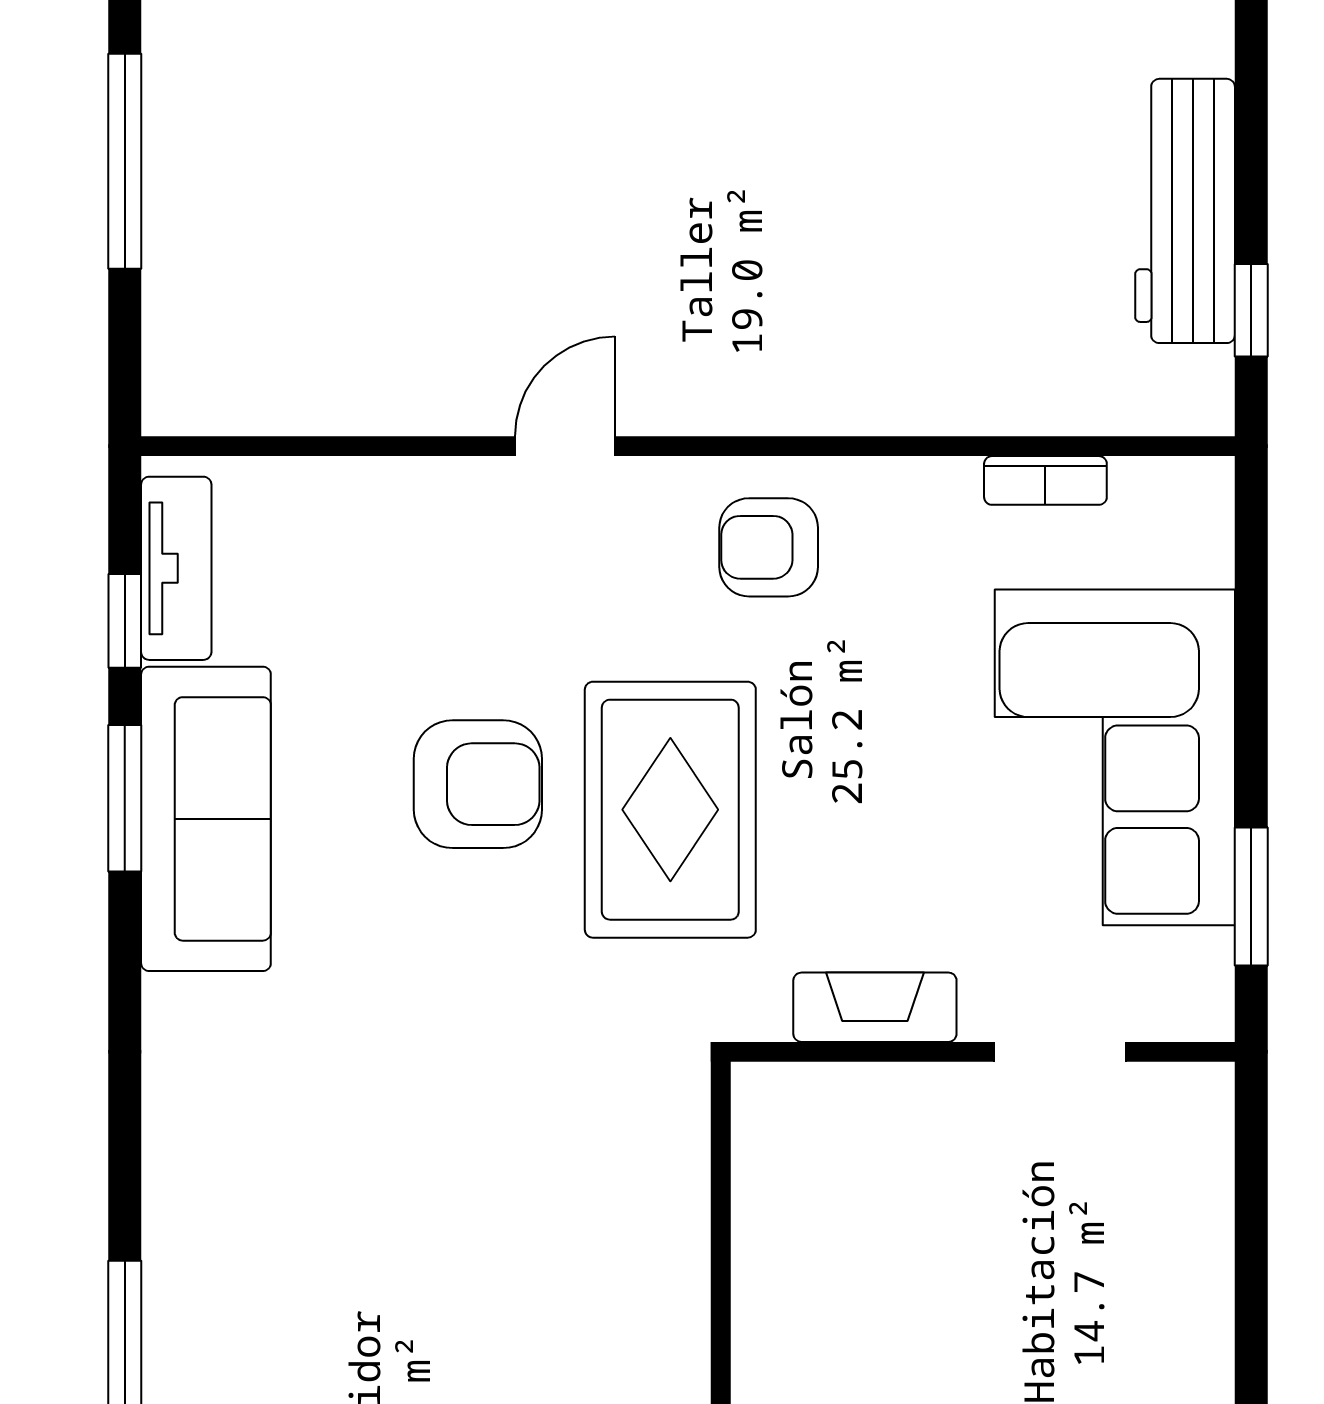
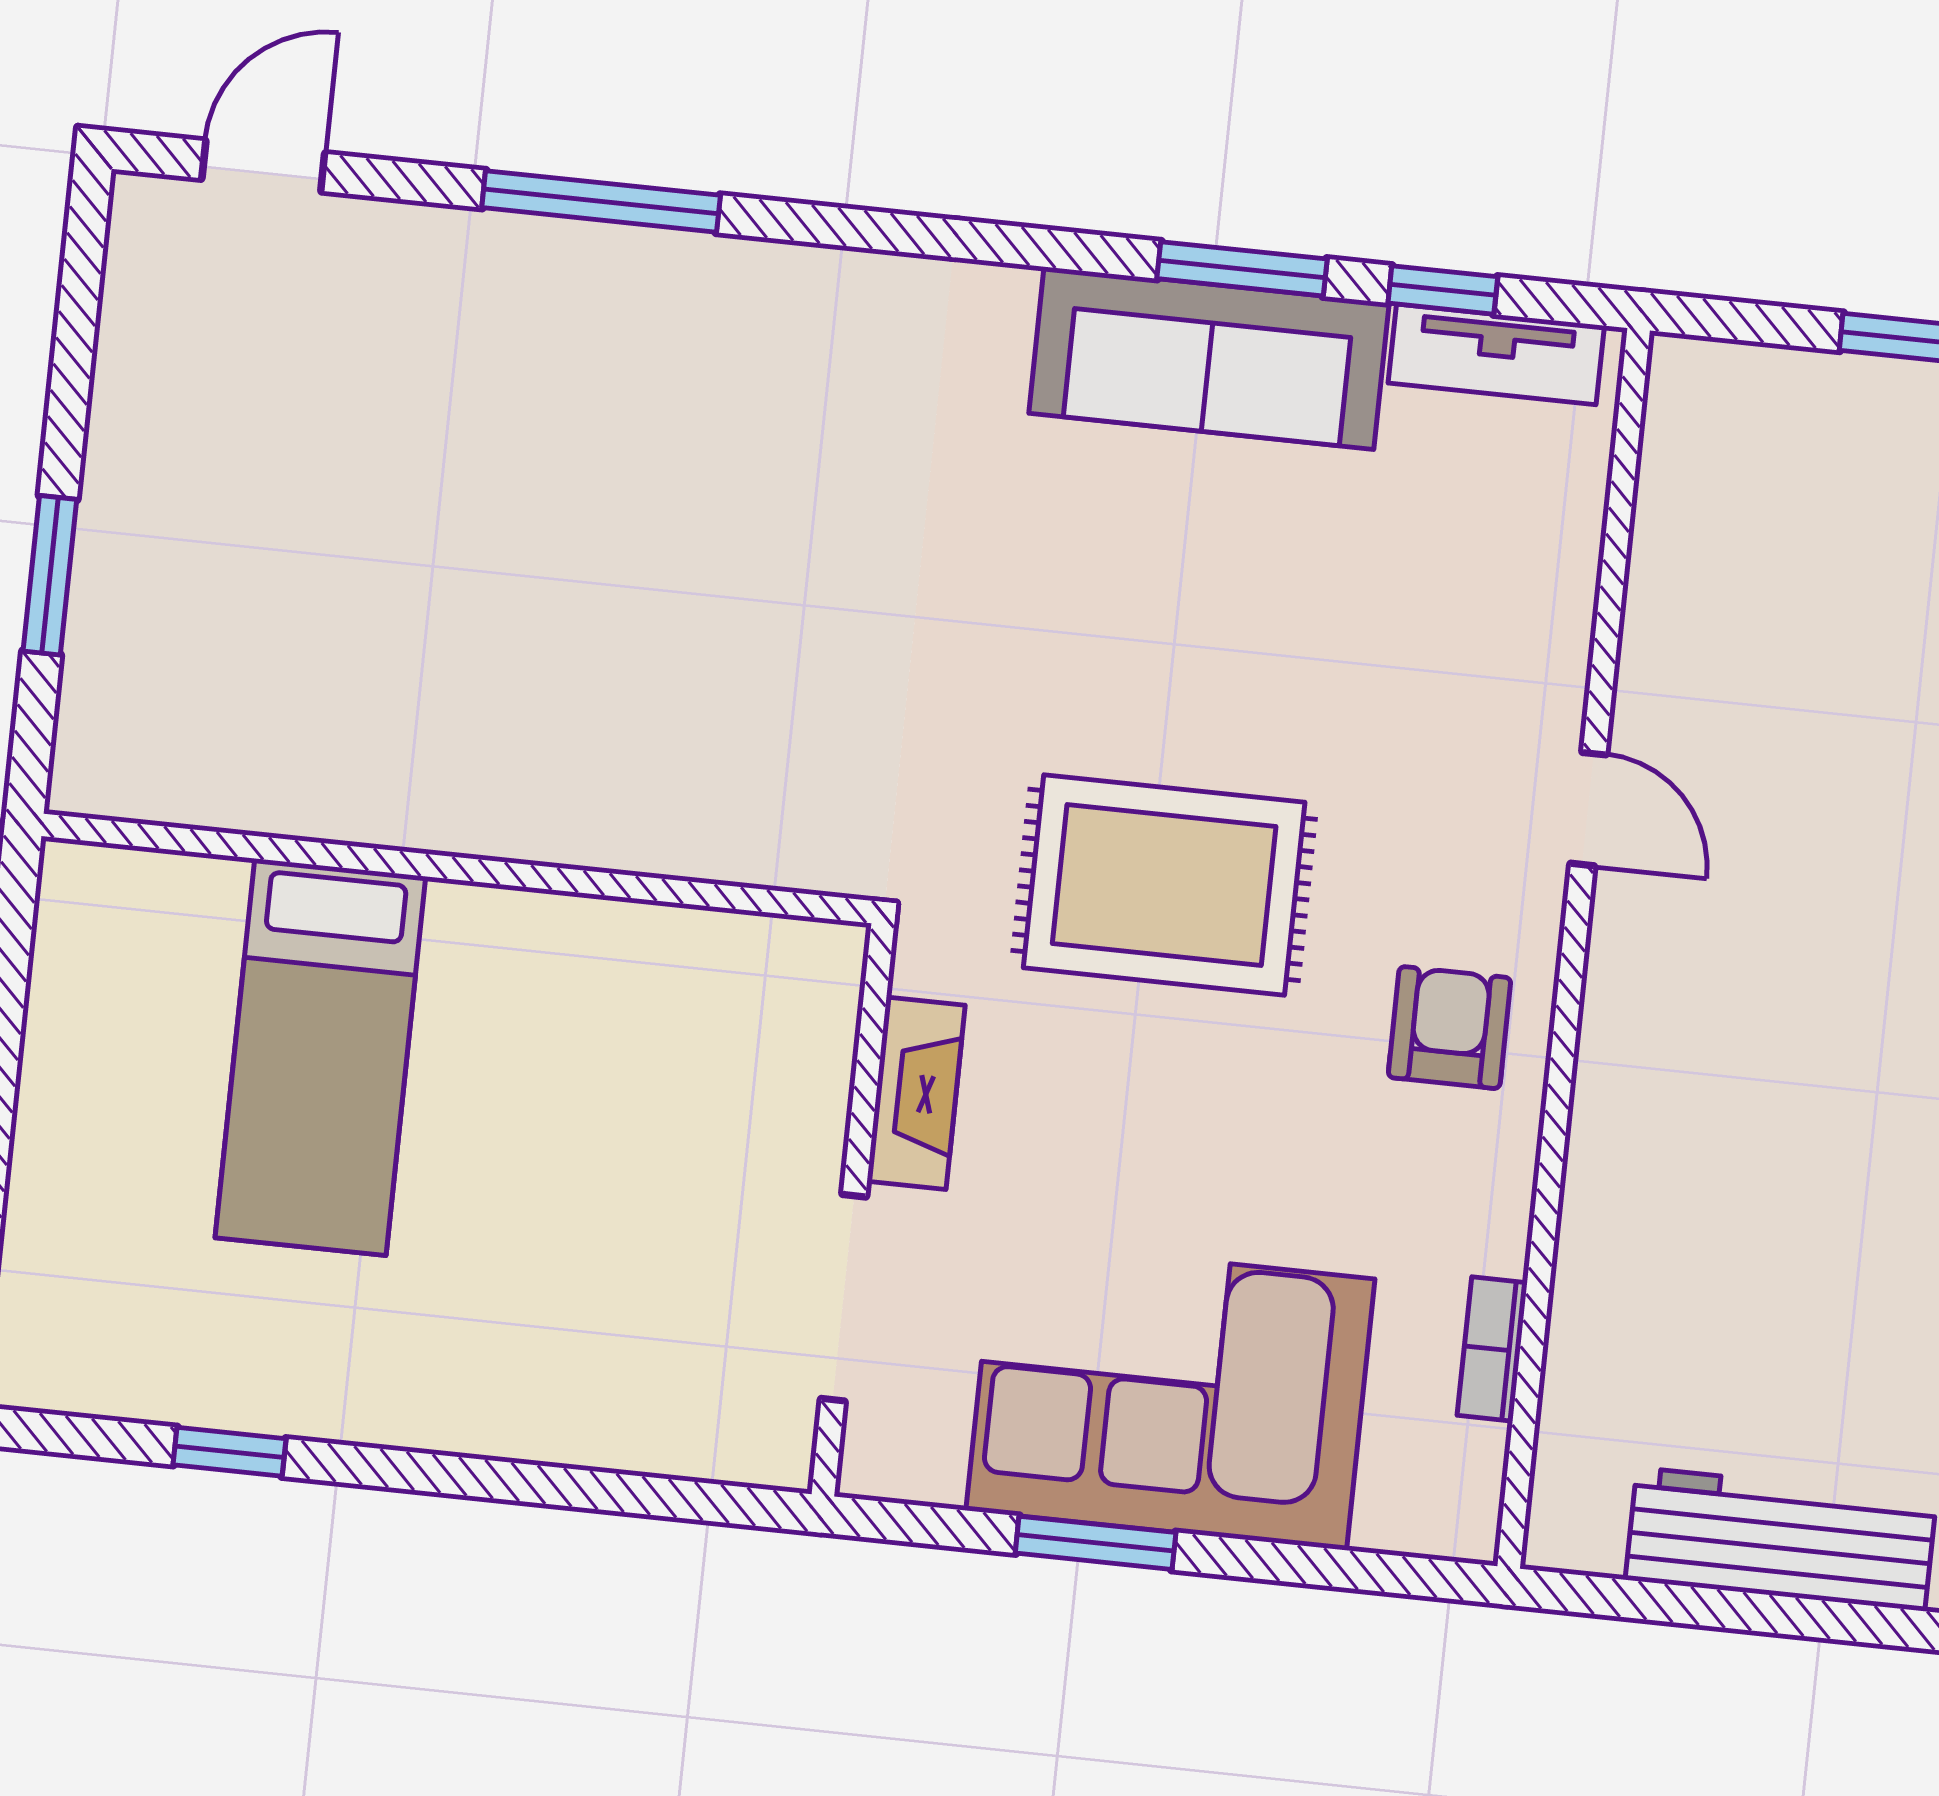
window: (1251, 310) -> (1660, 1602), removed
armchair: (478, 784) -> (1216, 670), removed
window: (1251, 897) -> (1096, 1543), moved
doorway: (1060, 1052) -> (844, 1298), width x1.38

